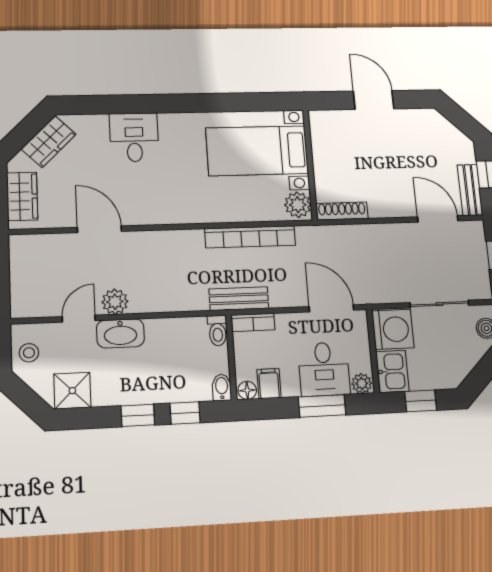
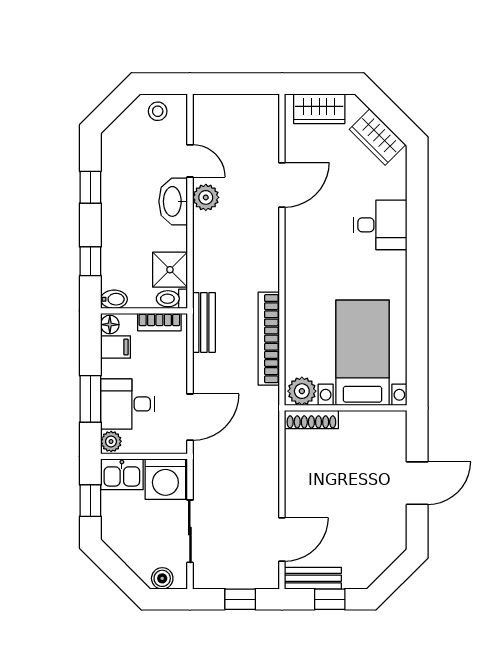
shoe rack: (342, 211) -> (311, 420), moved, turned 90
bookcase: (253, 322) -> (159, 322), moved, turned -90
shower: (72, 391) -> (170, 270), moved
window: (138, 415) -> (90, 187), moved

